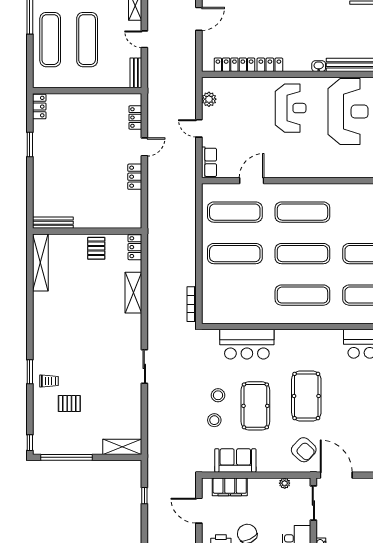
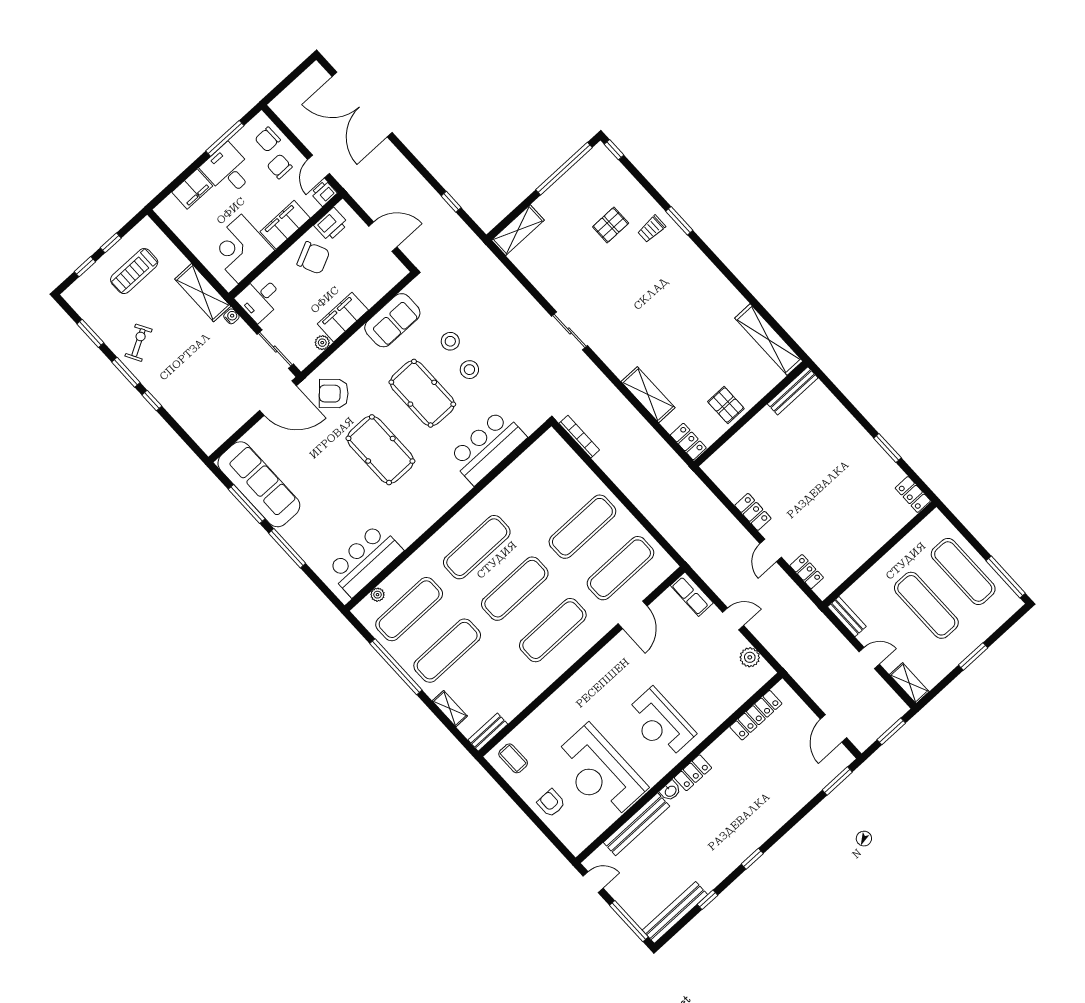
locker: (270, 65) -> (693, 773), moved
filing cabinet: (230, 487) -> (343, 317), moved

